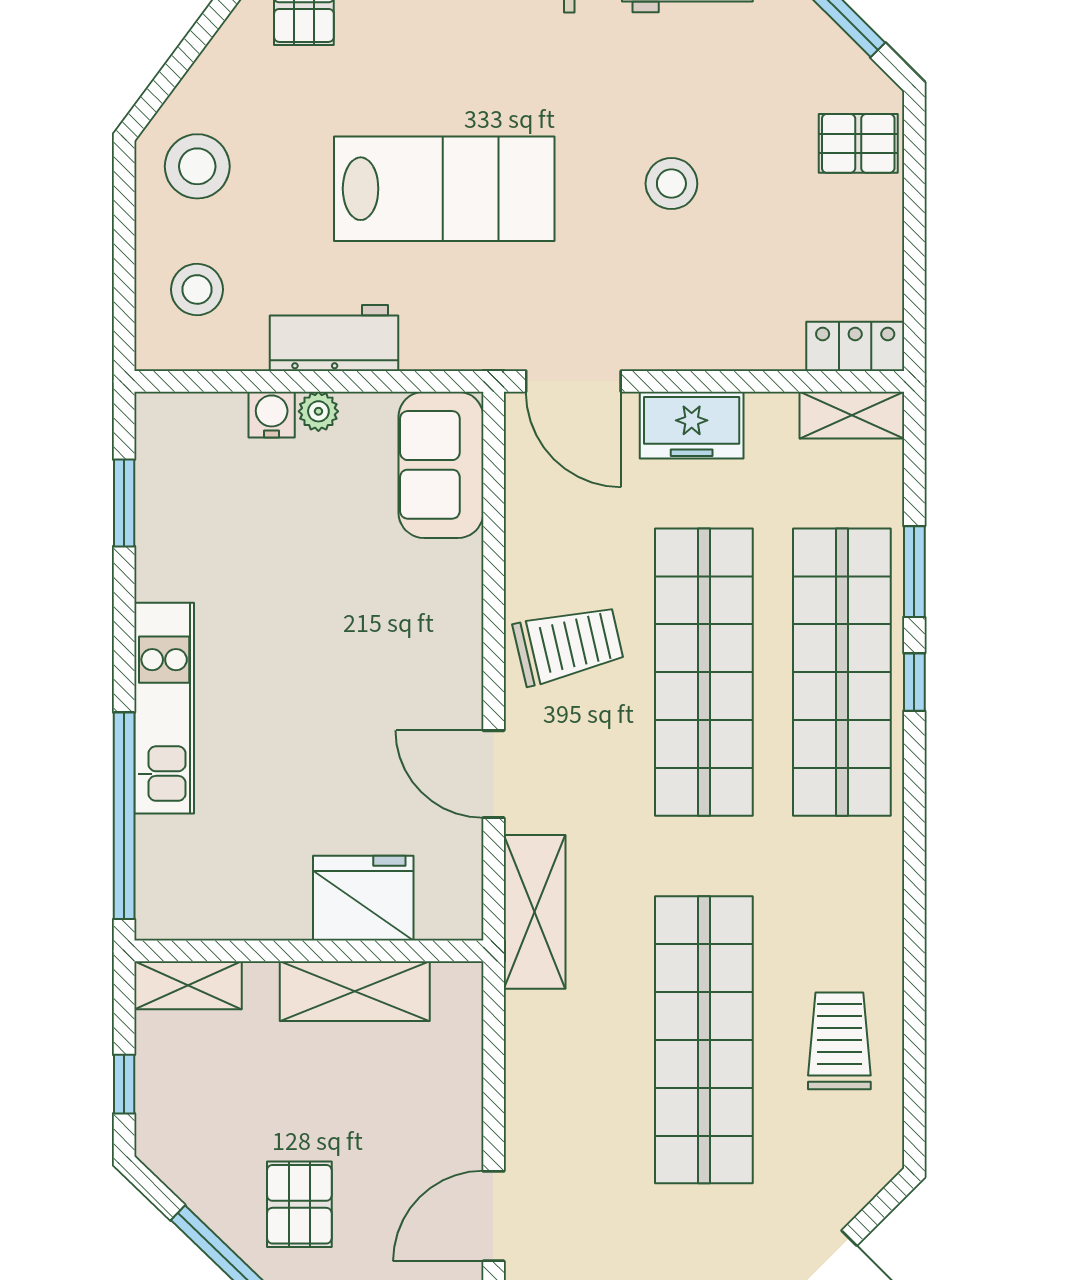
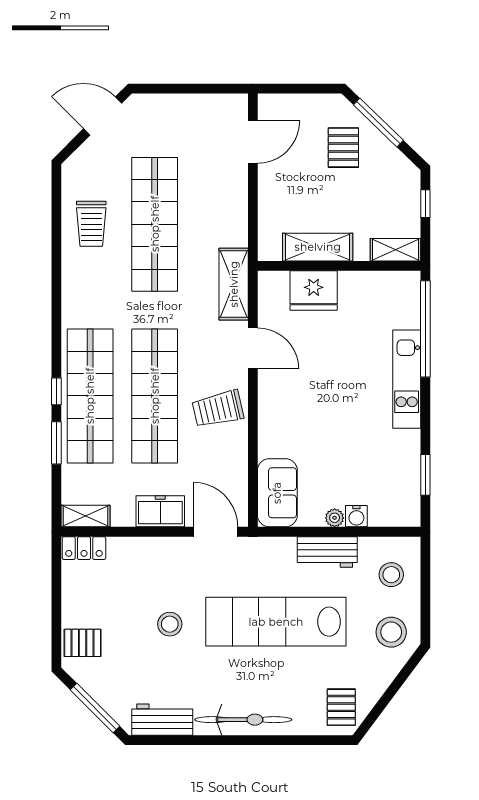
lab bench: (444, 189) -> (276, 622), width x1.36

